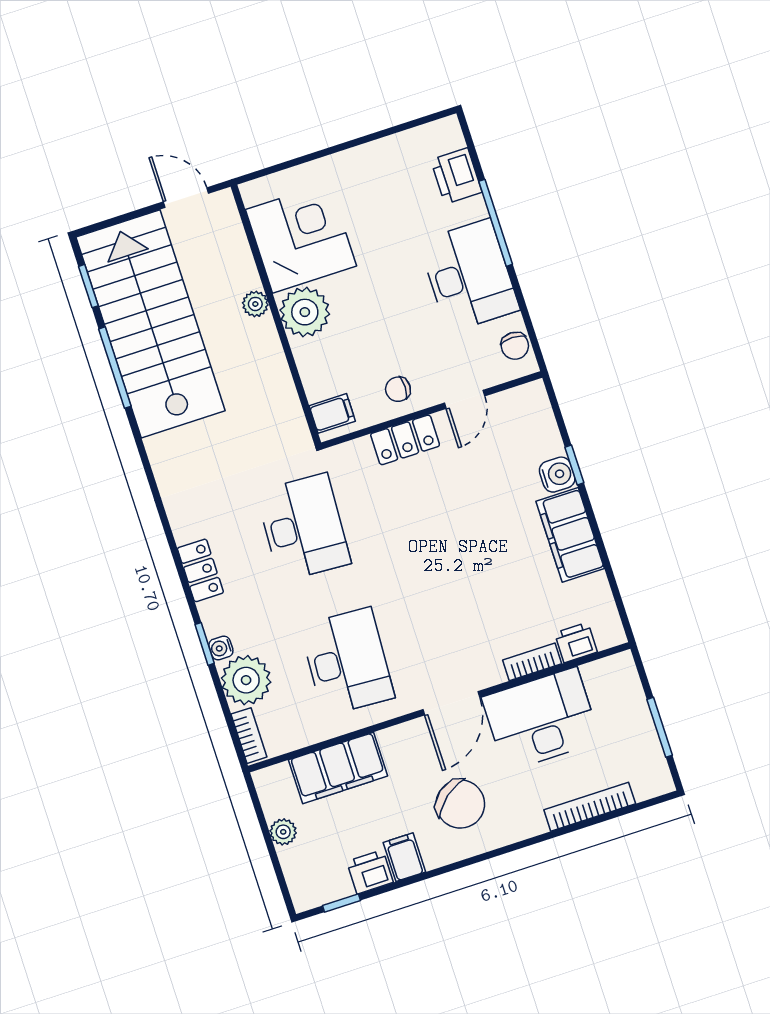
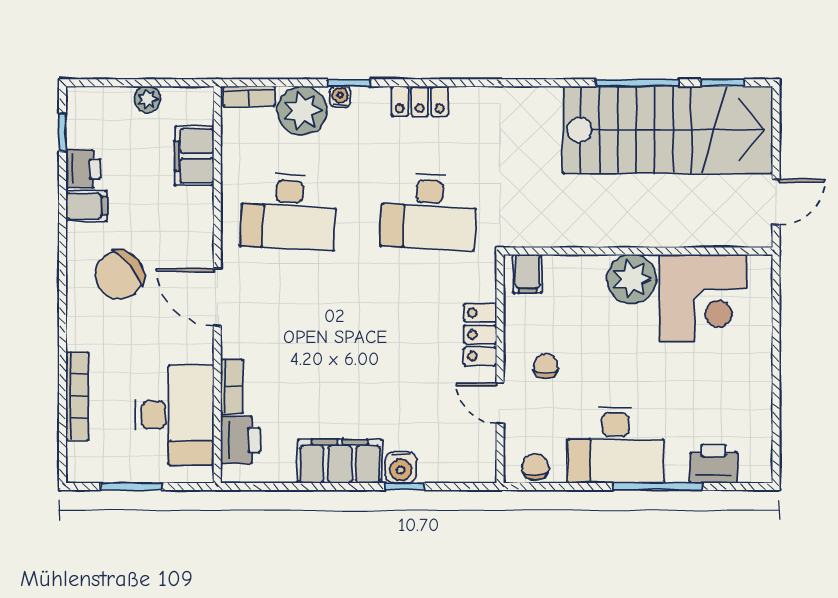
plant: (255, 304) -> (654, 235), removed
chair: (515, 346) -> (535, 467), turned 90
chair: (398, 389) -> (546, 366), moved
printer: (576, 642) -> (240, 440), width x1.36, depth x1.24
desk: (541, 719) -> (175, 415), moved
filing cabinet: (338, 768) -> (194, 156), width x0.67, depth x0.86

